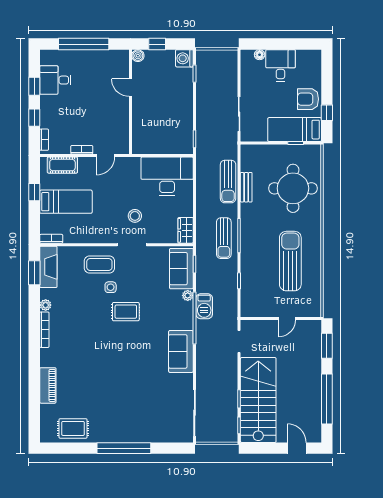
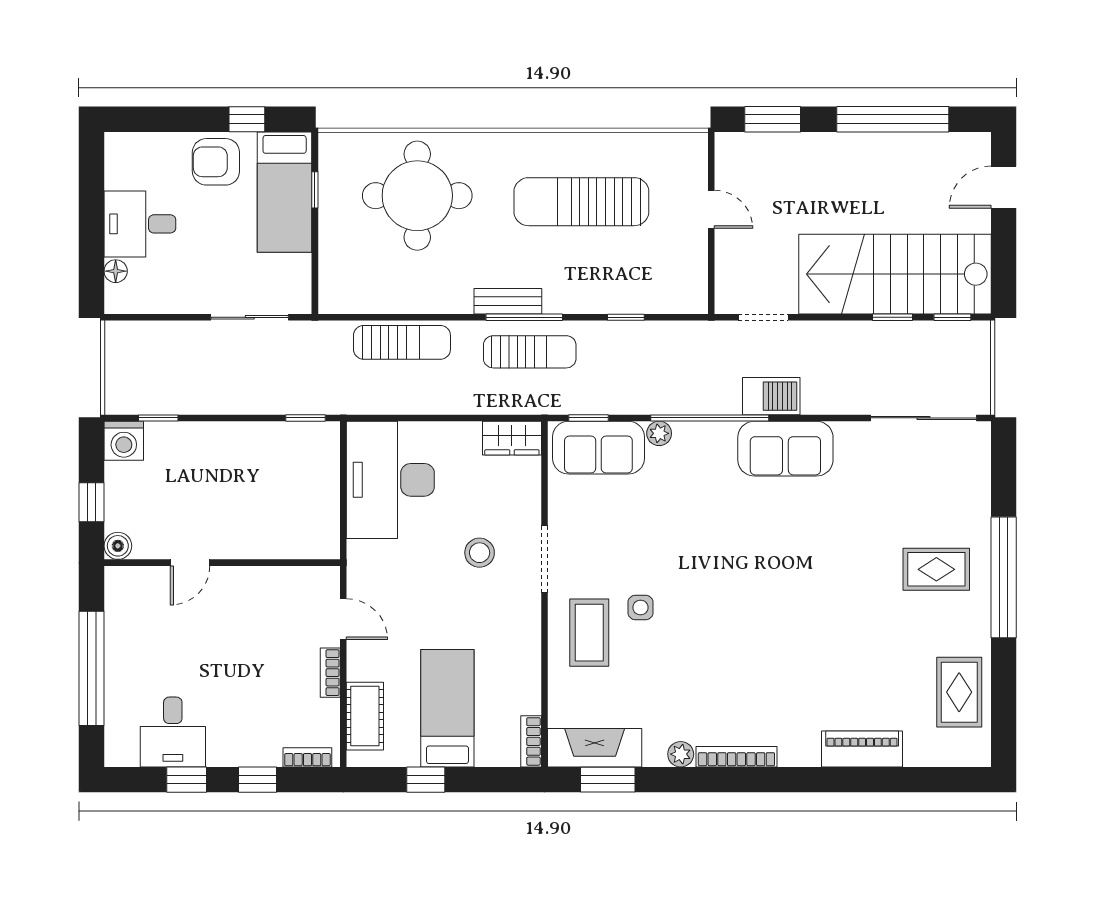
armchair: (308, 99) -> (216, 162), turned 90
bench: (246, 187) -> (508, 301), moved
barbecue: (204, 306) -> (771, 396), moved
rug: (126, 312) -> (936, 569), moved, turned 90

